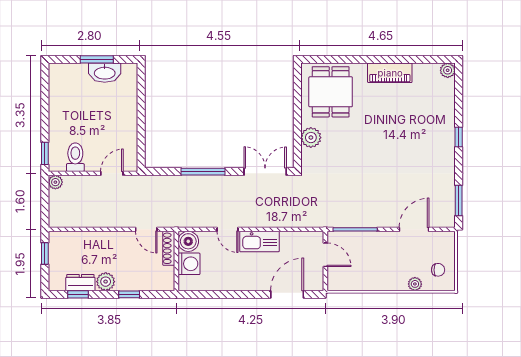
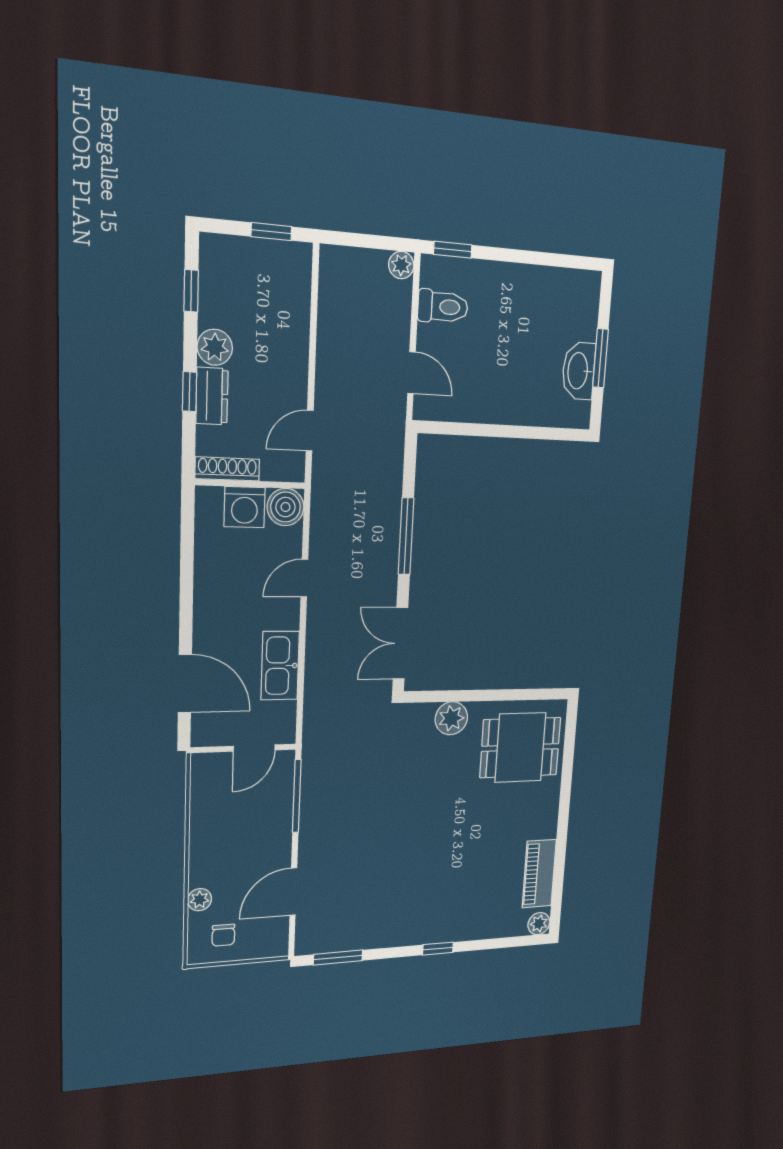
piano: (390, 73) -> (539, 874), moved
double door: (265, 172) -> (400, 643), swing flipped
door: (414, 229) -> (293, 892), swing flipped
kitchen sink: (259, 242) -> (280, 666), moved
shoe rack: (169, 248) -> (227, 469), moved
dresser: (80, 283) -> (212, 396), moved

